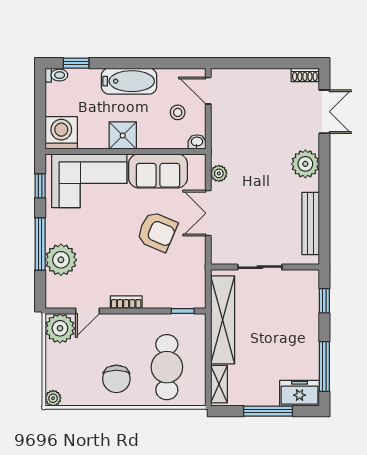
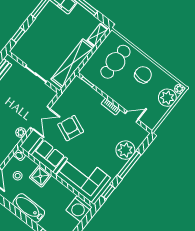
shower: (123, 135) -> (40, 176), moved
plant: (60, 328) -> (167, 98), moved

